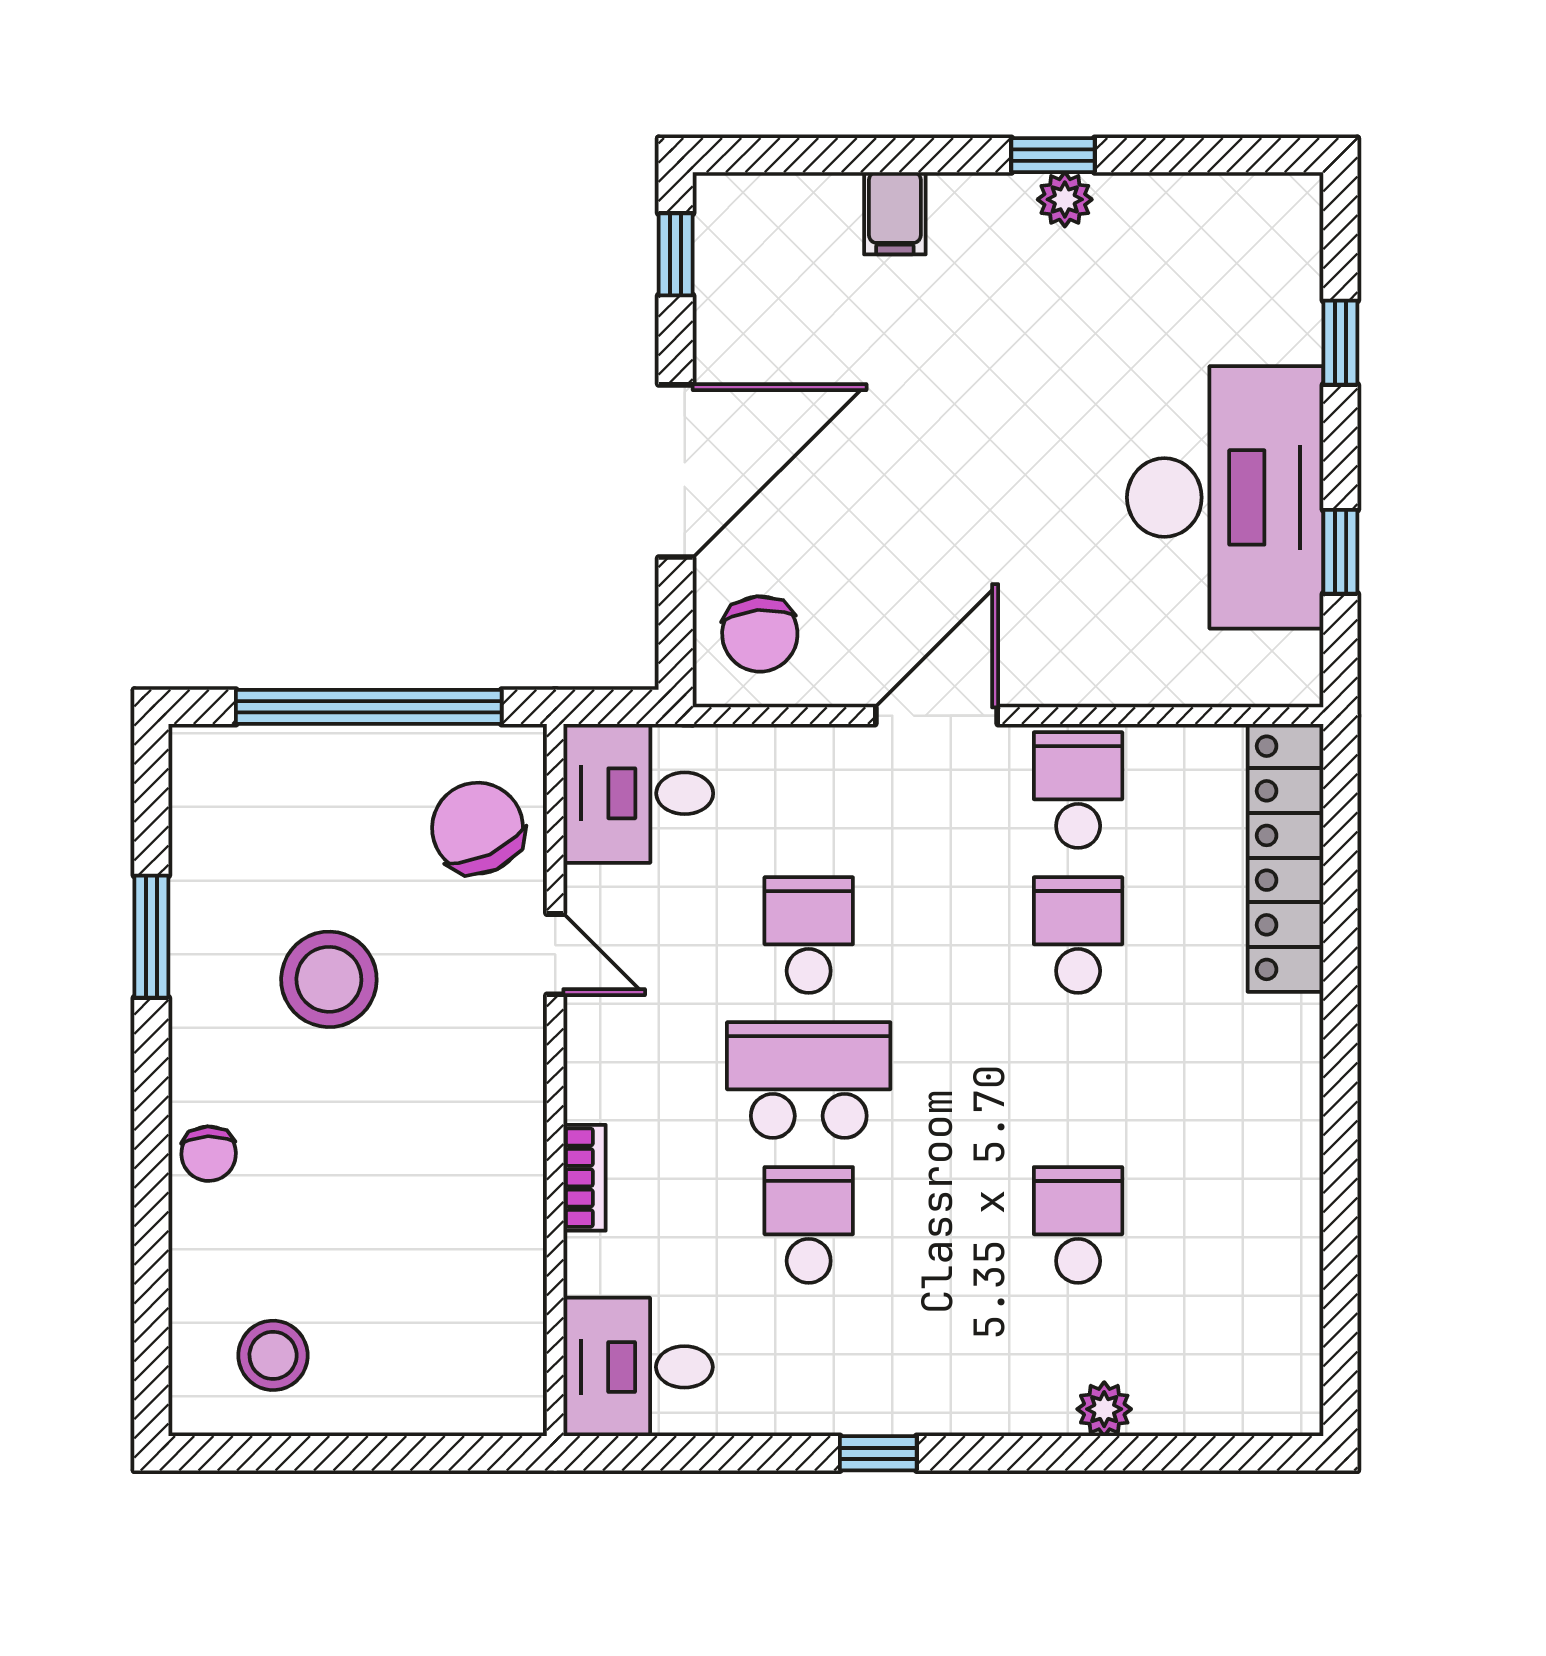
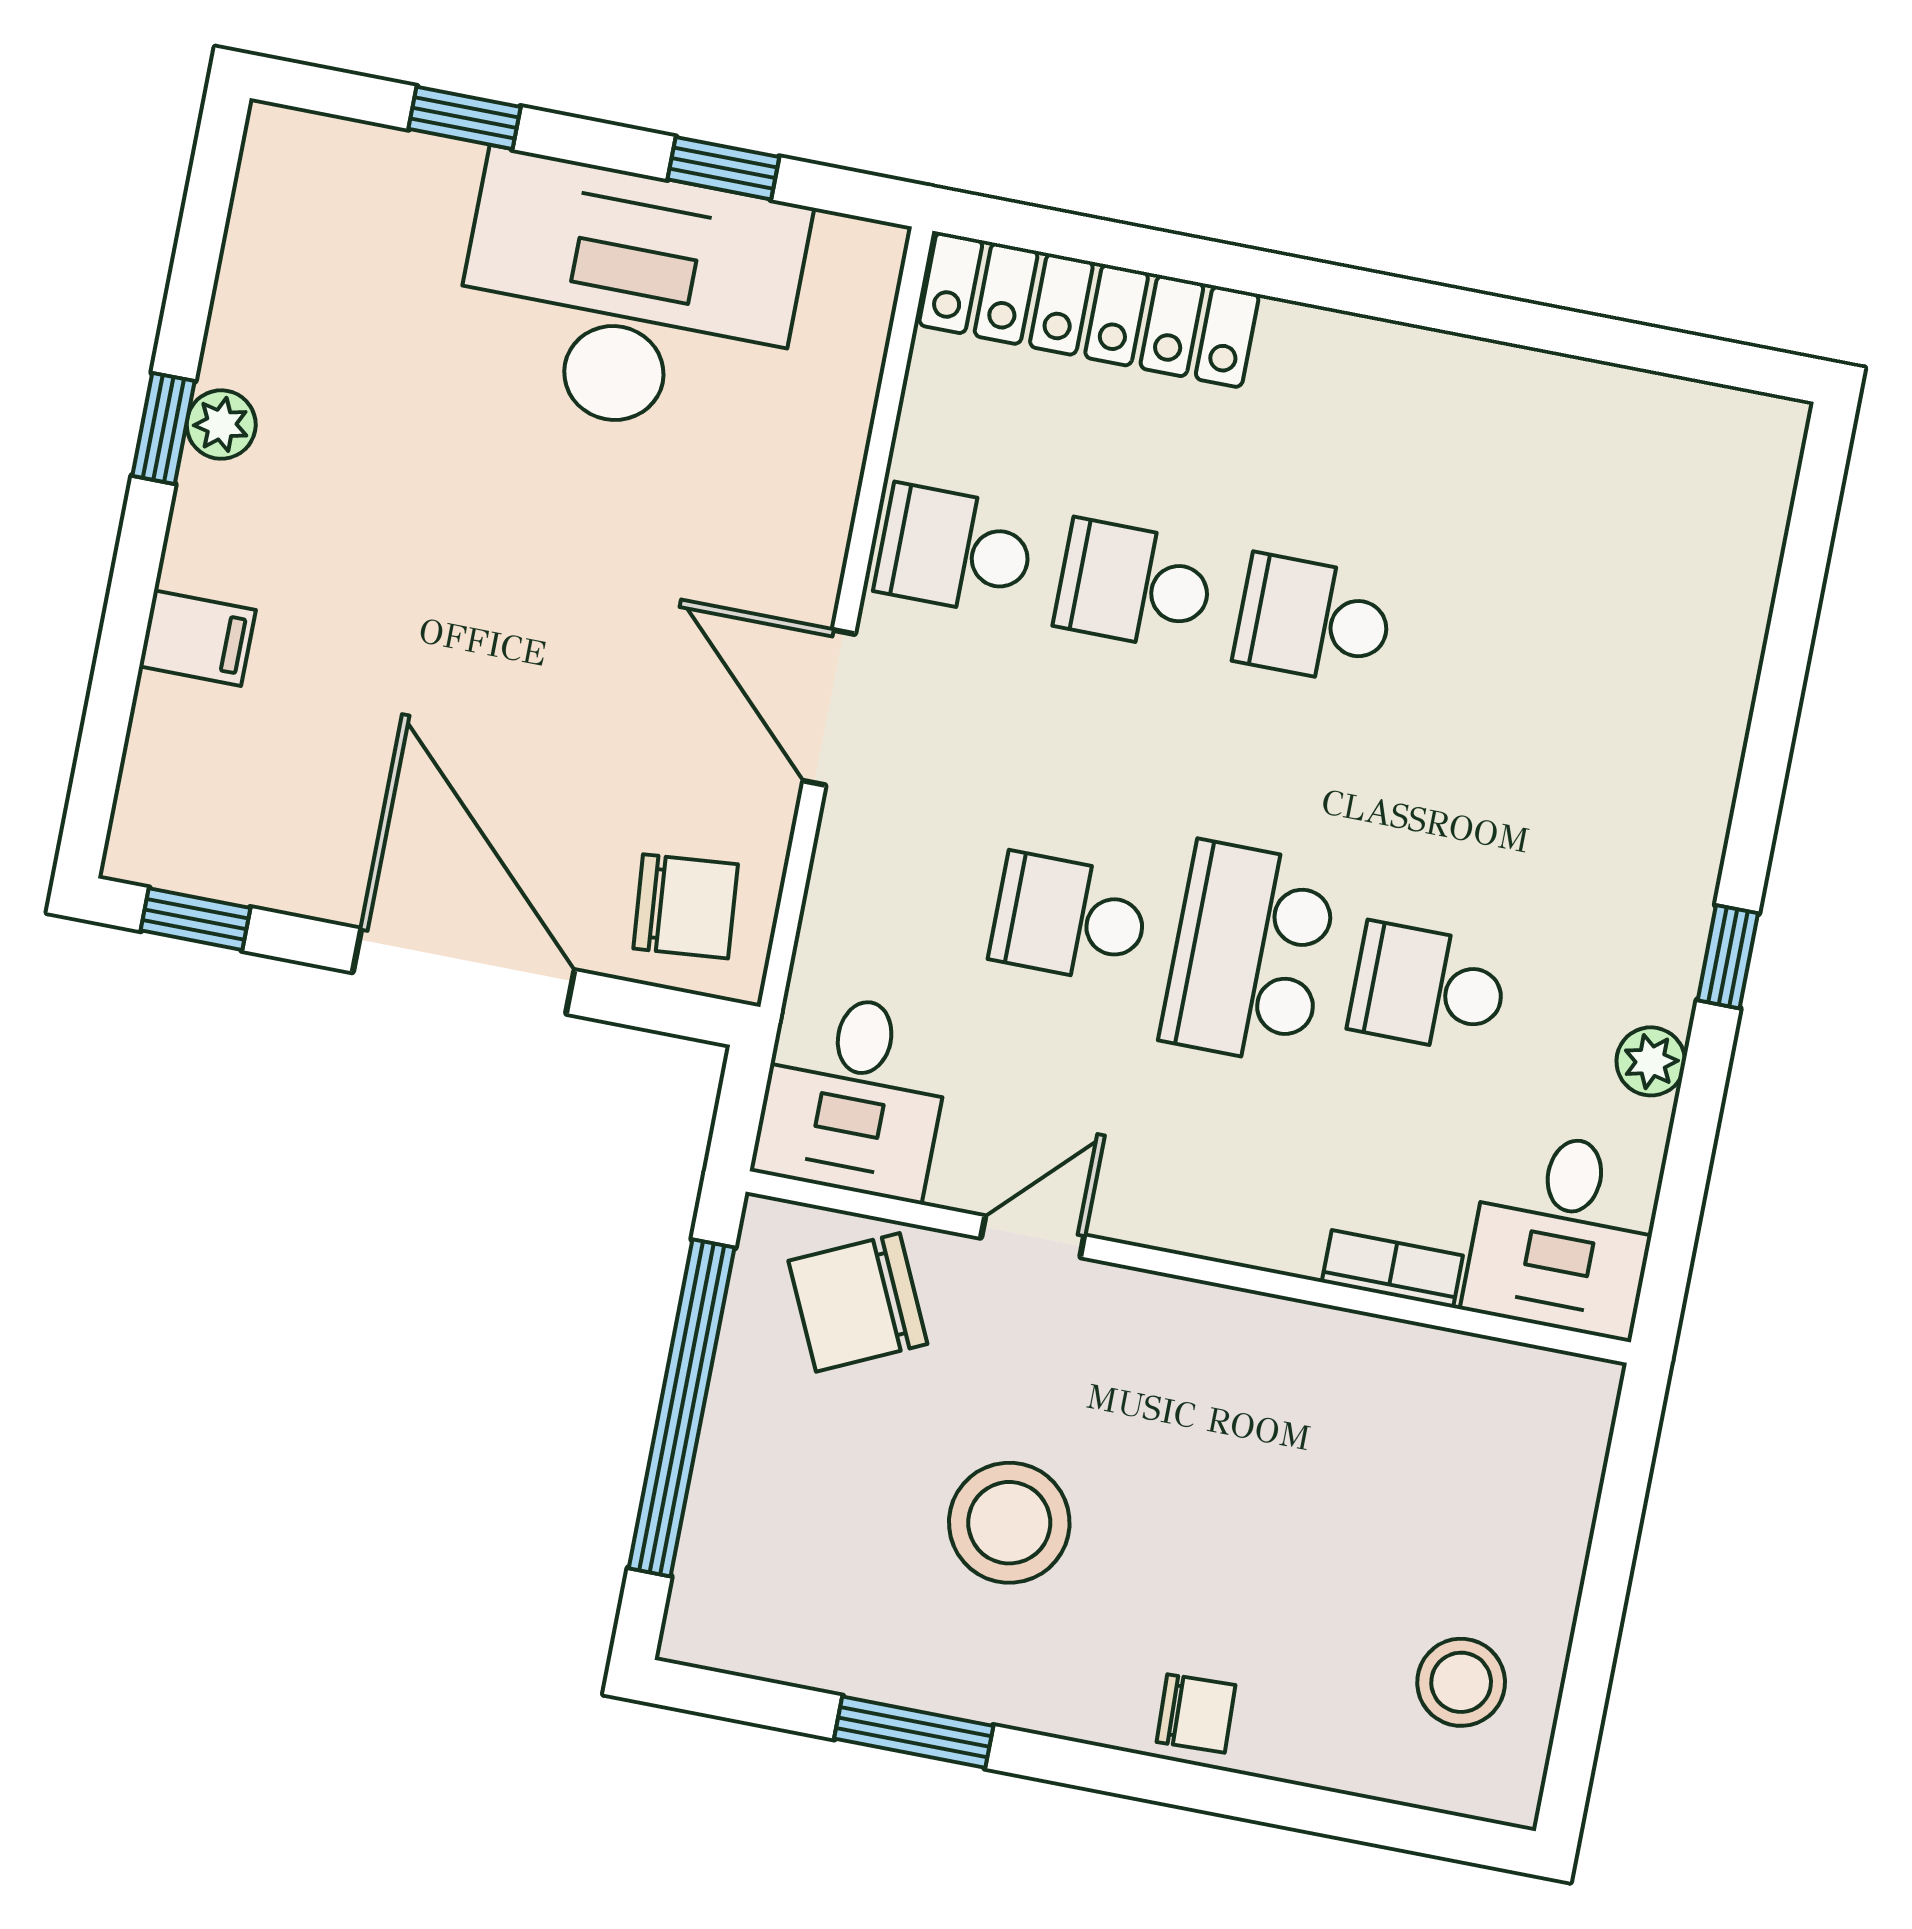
bookcase: (585, 1178) -> (1392, 1269), moved
school desk: (1078, 1225) -> (1314, 620), moved
plant: (1104, 1409) -> (1651, 1061), moved

